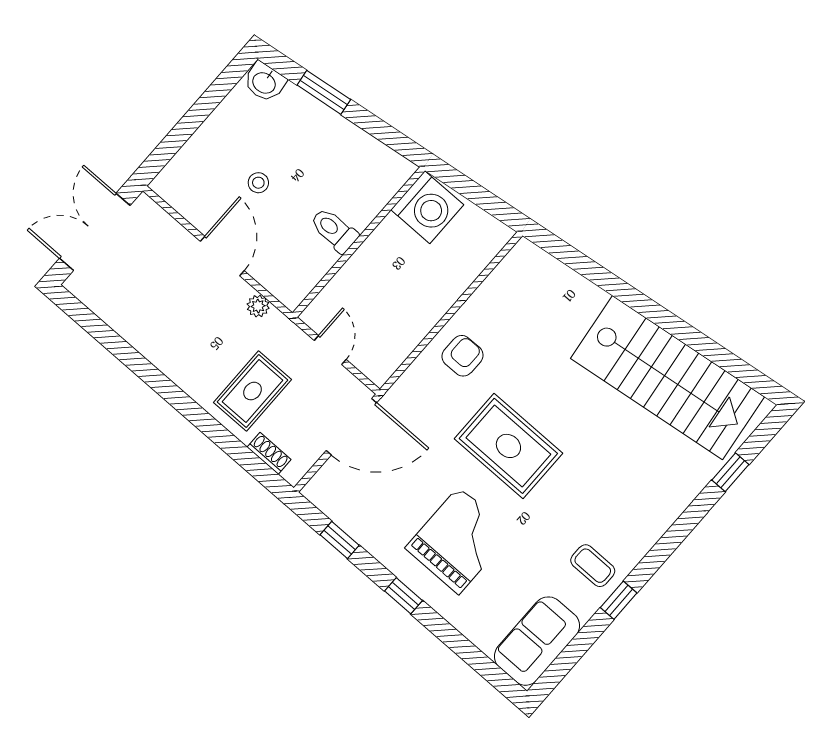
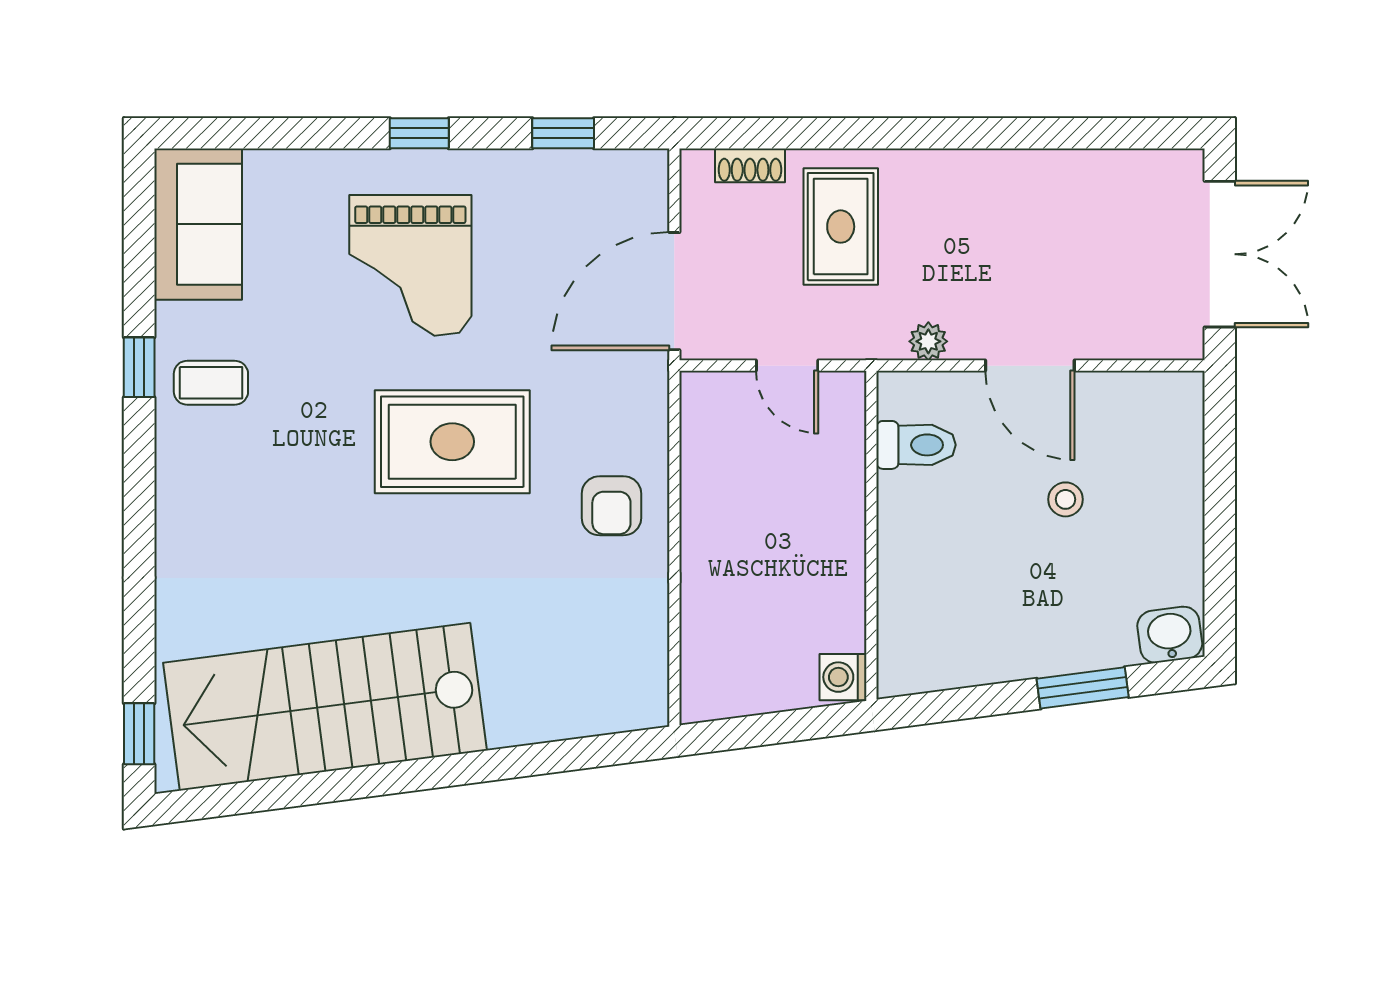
washing machine: (427, 207) -> (843, 677), width x0.53, depth x0.53
toilet: (334, 230) -> (916, 445), moved
window: (730, 472) -> (139, 734), moved

